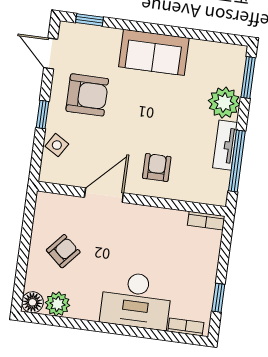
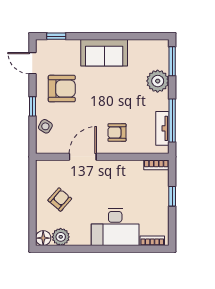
tv unit: (225, 145) -> (162, 128), moved
armchair: (157, 167) -> (117, 133), turned -90
window: (218, 298) -> (172, 196), moved

